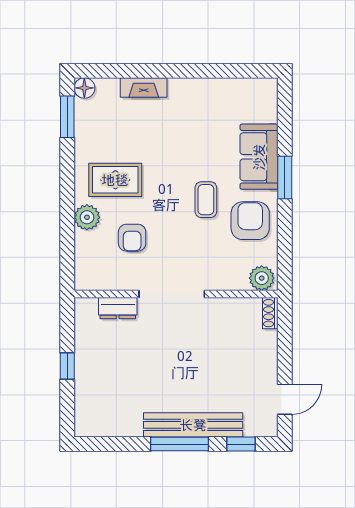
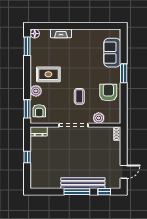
sofa: (259, 157) -> (112, 53), moved
coffee table: (206, 200) -> (79, 96), moved
armchair: (132, 238) -> (39, 111), moved
window: (67, 258) -> (27, 109), added
plant: (262, 278) -> (99, 118), moved
dresser: (118, 308) -> (39, 131), moved

